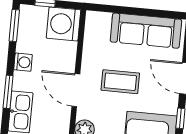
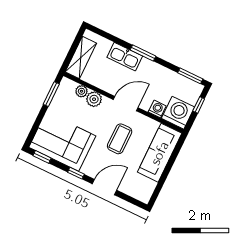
sofa: (146, 31) -> (160, 153), moved
washing machine: (23, 62) -> (157, 109), moved, turned 180

